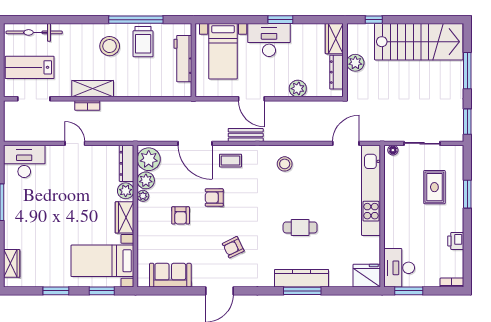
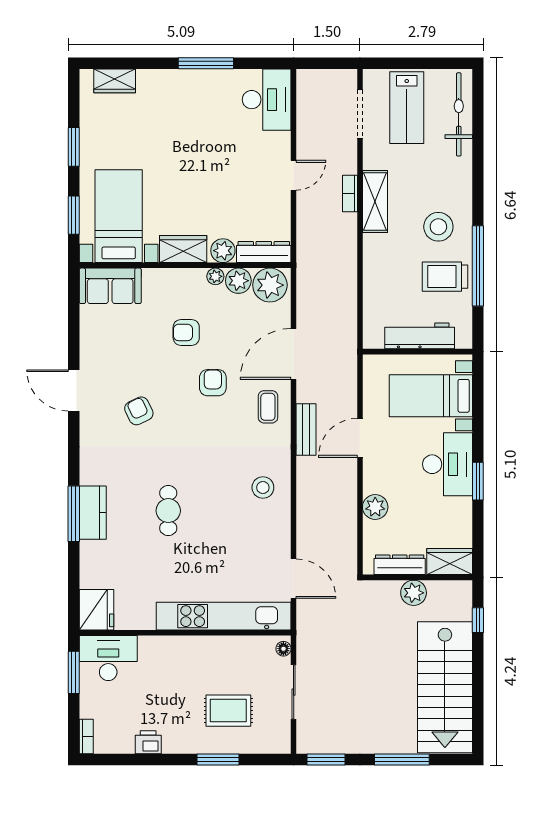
lab bench: (30, 67) -> (407, 108), turned 180
sofa: (170, 275) -> (110, 286), moved, turned 90
kitchen counter: (302, 278) -> (93, 513), width x0.67

